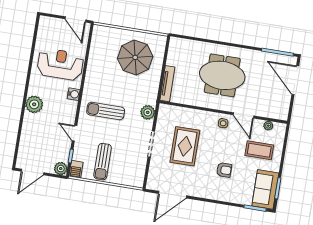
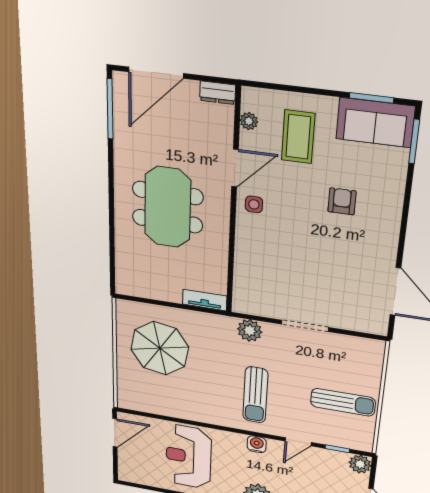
tv unit: (167, 84) -> (205, 300), width x0.71
water cooler: (74, 94) -> (257, 444), moved
dresser: (284, 111) -> (218, 93), added
rug: (185, 146) -> (303, 270), removed
barbecue: (76, 169) -> (359, 442), removed

